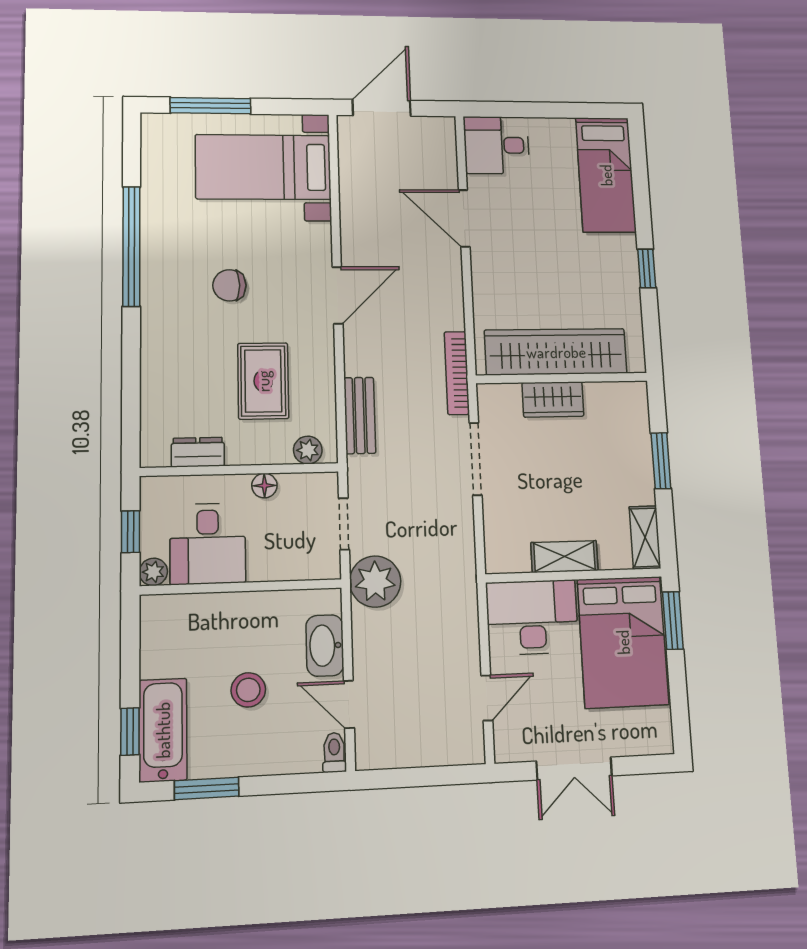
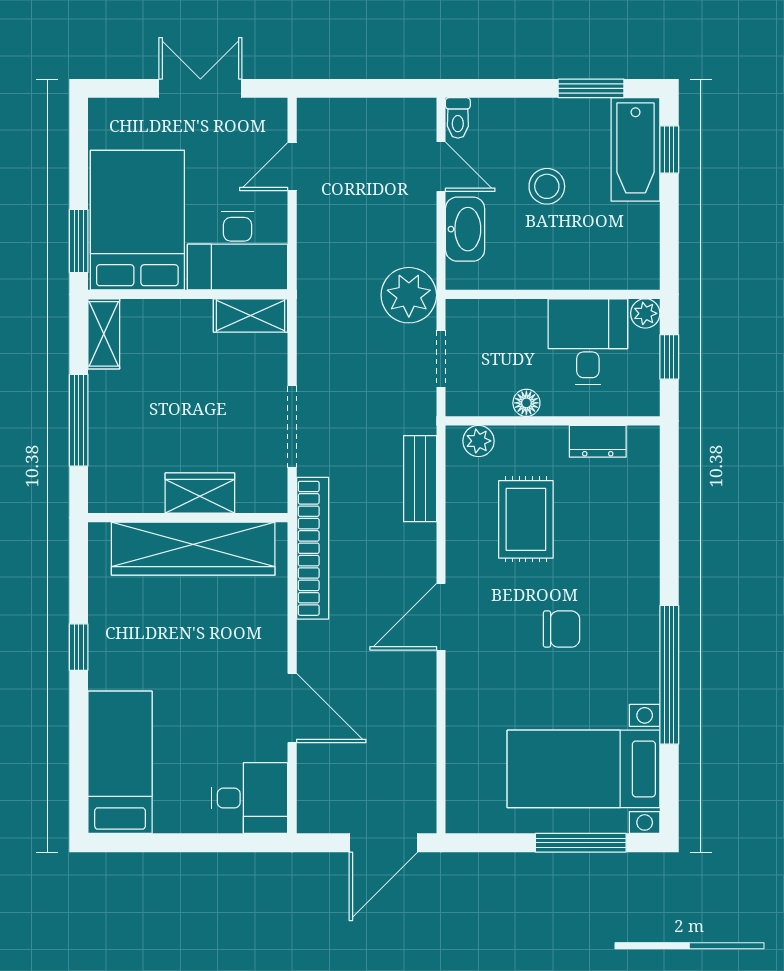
bed with nightstands: (263, 167) -> (584, 769), moved, turned 180
bookcase: (457, 373) -> (313, 548), width x1.48, depth x1.31
window: (661, 461) -> (79, 420), width x1.44
shelving: (564, 557) -> (250, 315), moved

